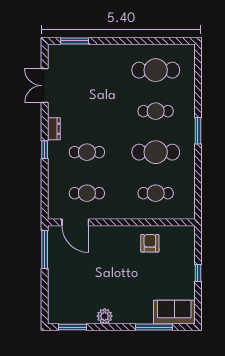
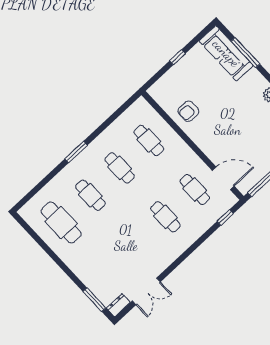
dresser: (54, 129) -> (118, 305), moved
window: (45, 150) -> (225, 217), moved
cafe table: (156, 152) -> (120, 168), width x0.73, depth x0.74
door: (75, 222) -> (223, 178), hinge flipped
sofa: (174, 312) -> (226, 53), width x1.36

